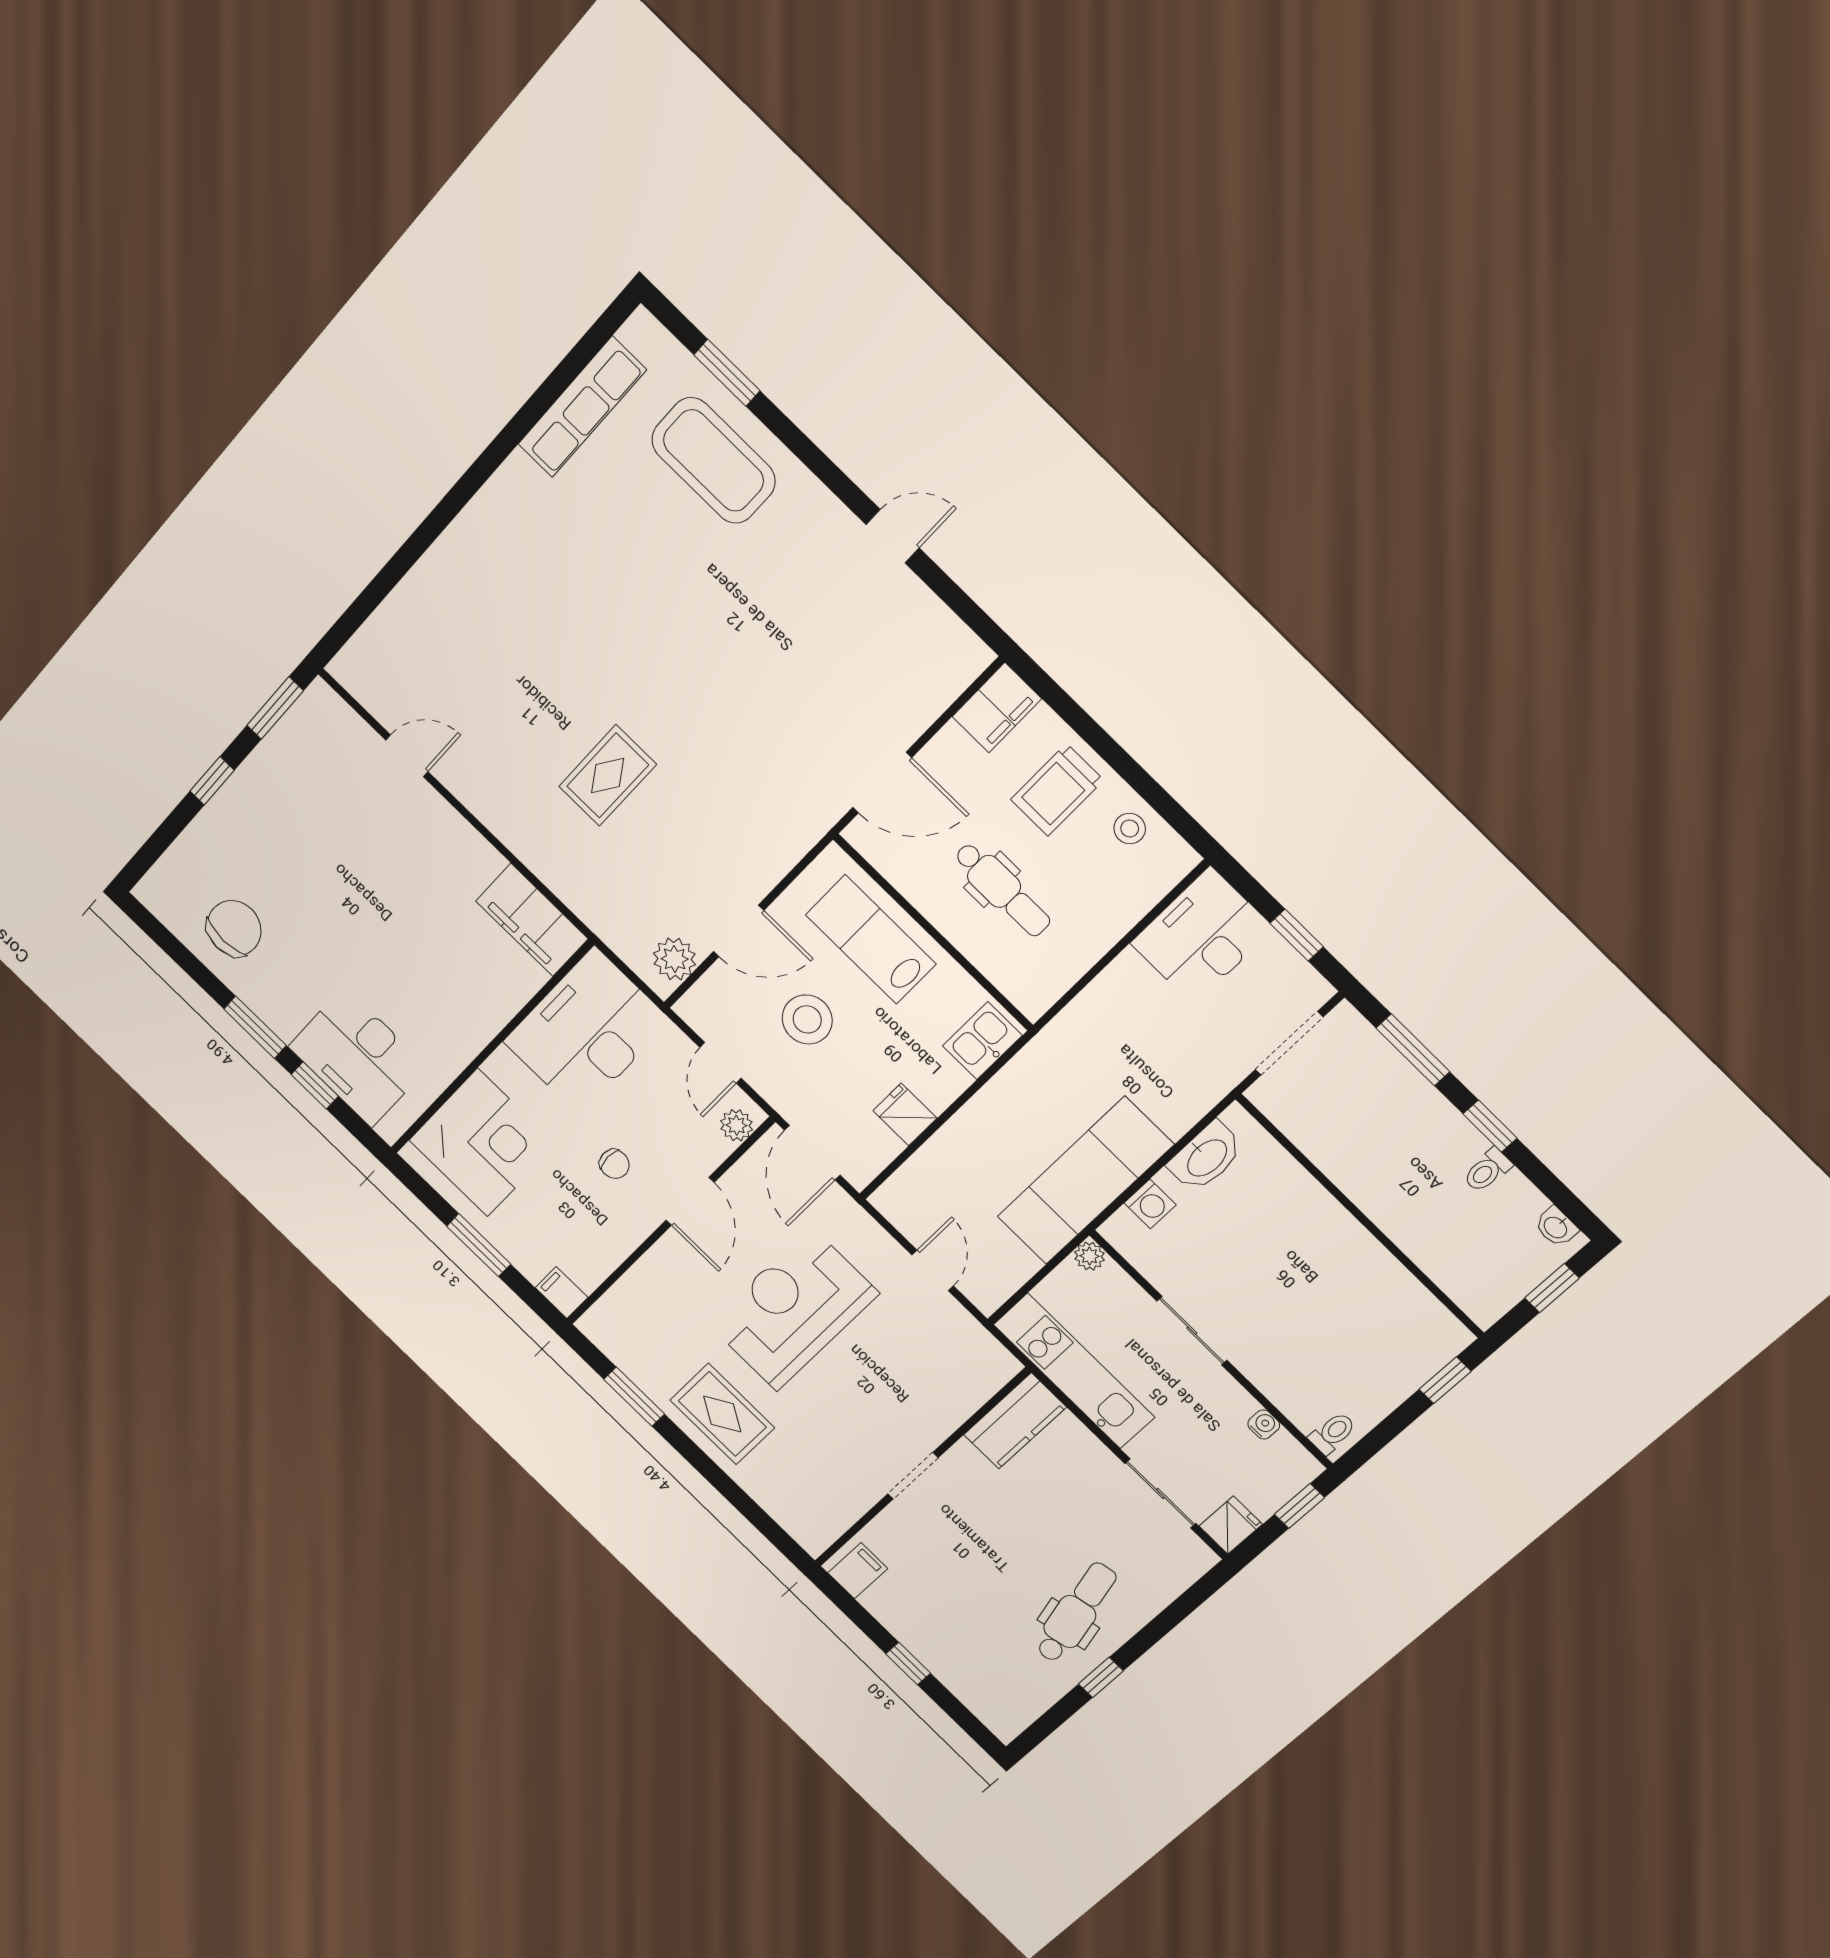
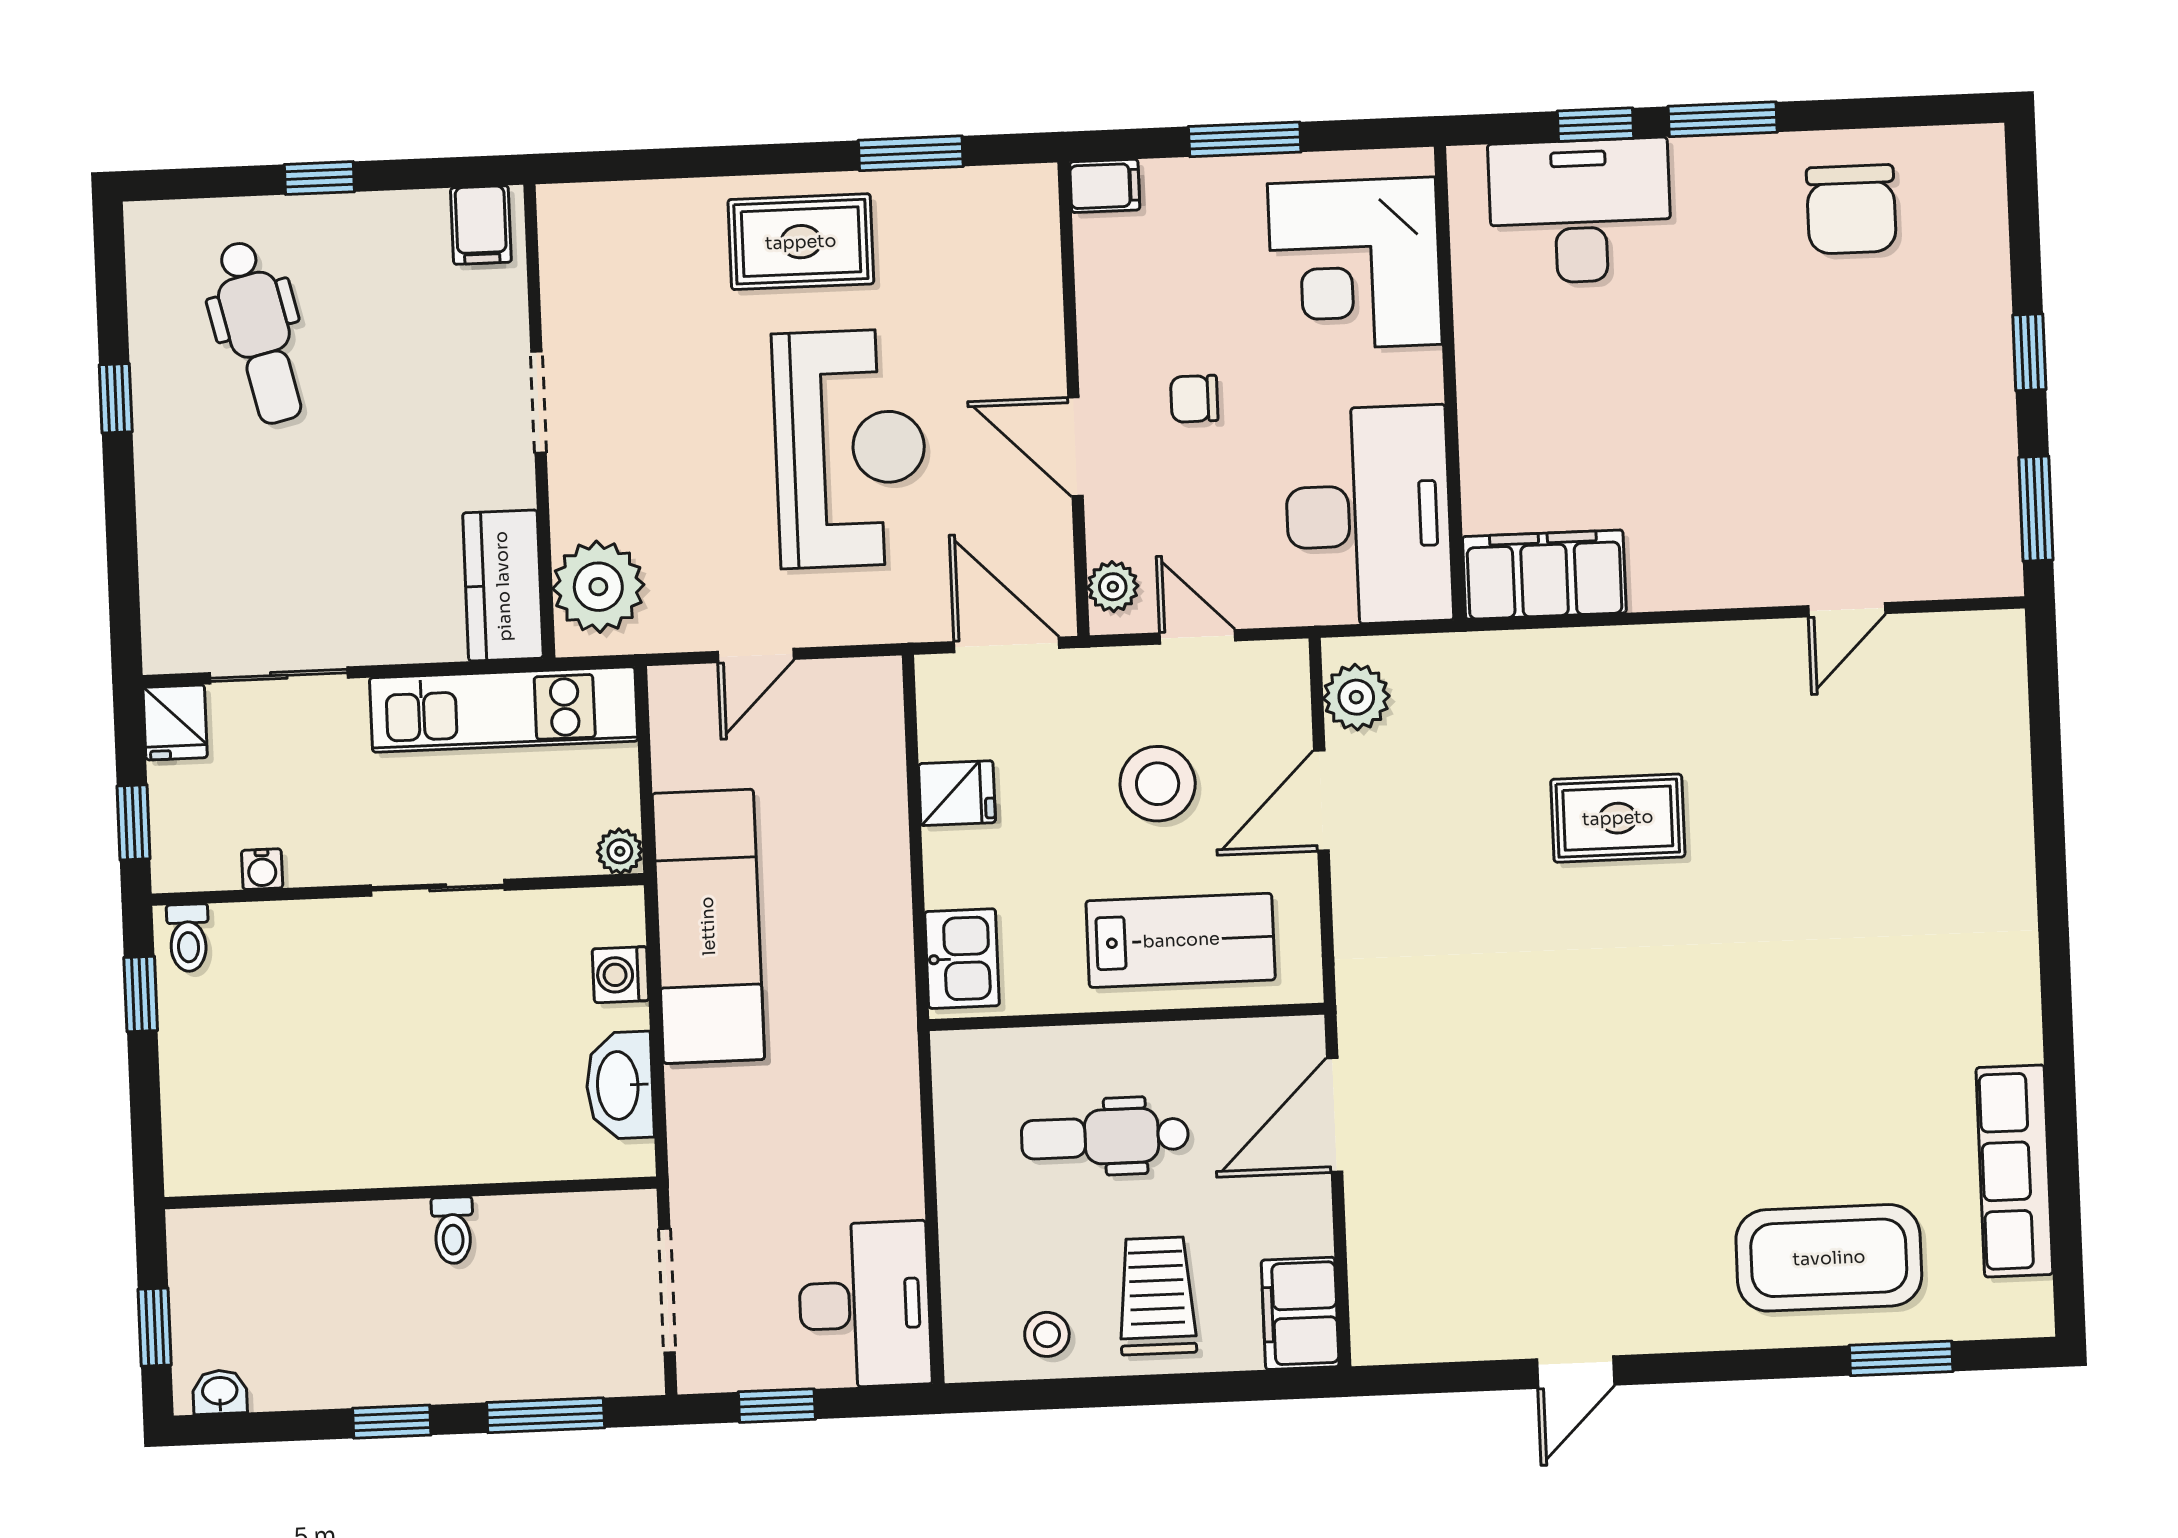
rug: (608, 775) -> (1618, 818), turned 90
toilet: (1487, 1170) -> (453, 1230), moved, turned 180
door: (933, 1270) -> (756, 655), hinge flipped
plant: (972, 1375) -> (598, 587), added
window: (1445, 1380) -> (141, 994), moved
dental chair: (1076, 1613) -> (259, 332), moved

